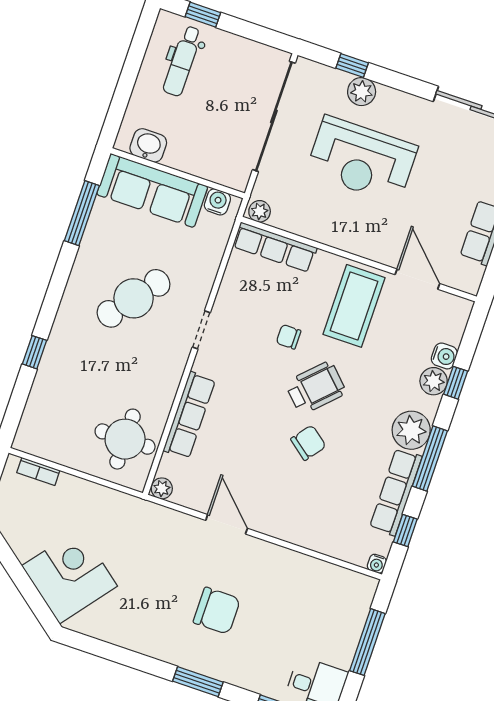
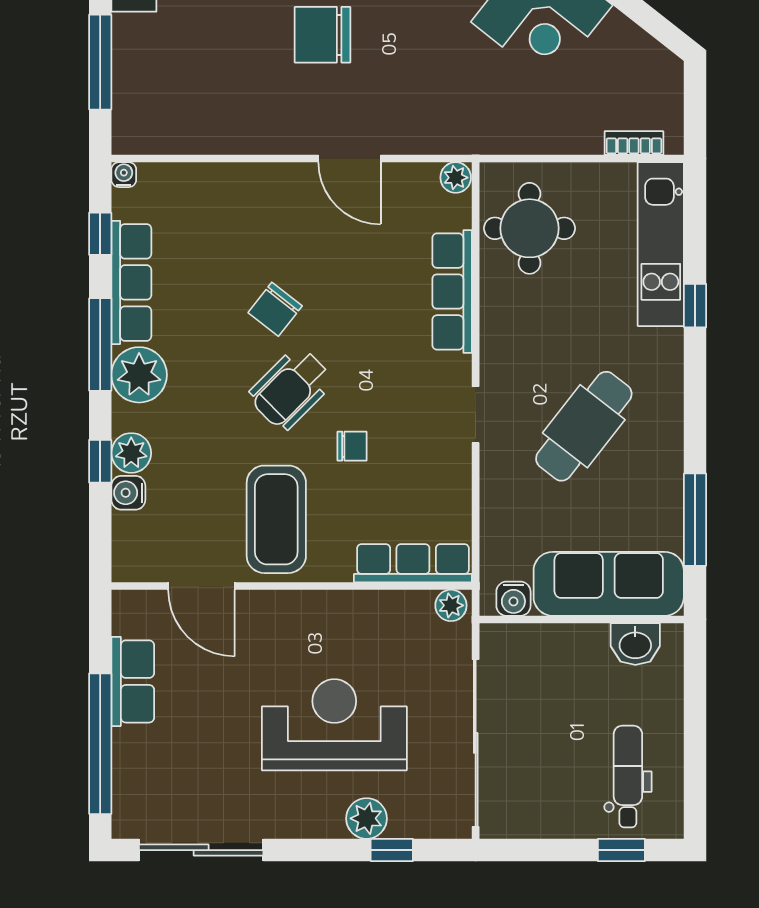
kitchen unit: (43, 400) -> (661, 244), added

